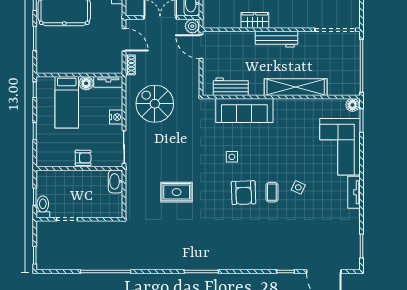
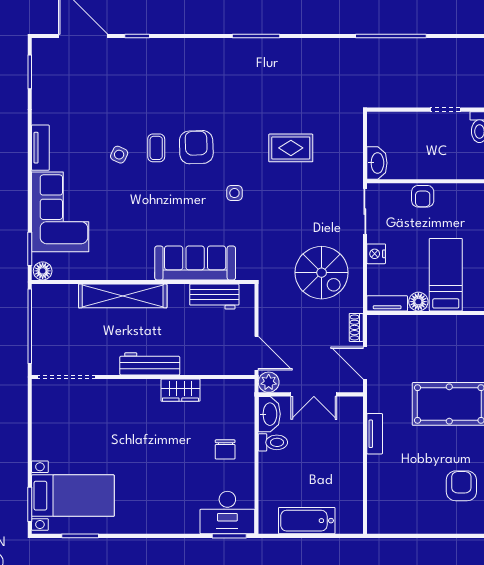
side table: (232, 157) -> (234, 193), moved
armchair: (83, 158) -> (423, 196), turned -90

